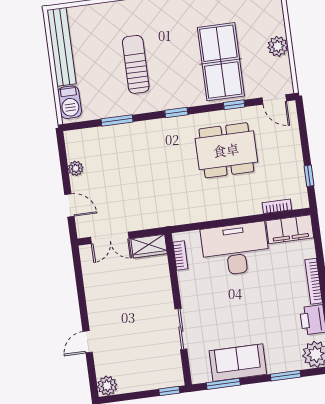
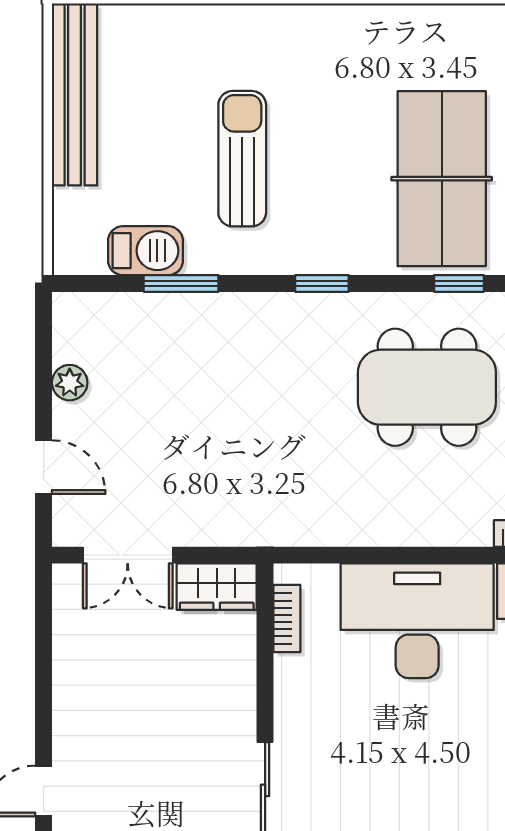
barbecue: (70, 102) -> (145, 251), moved, turned -90

